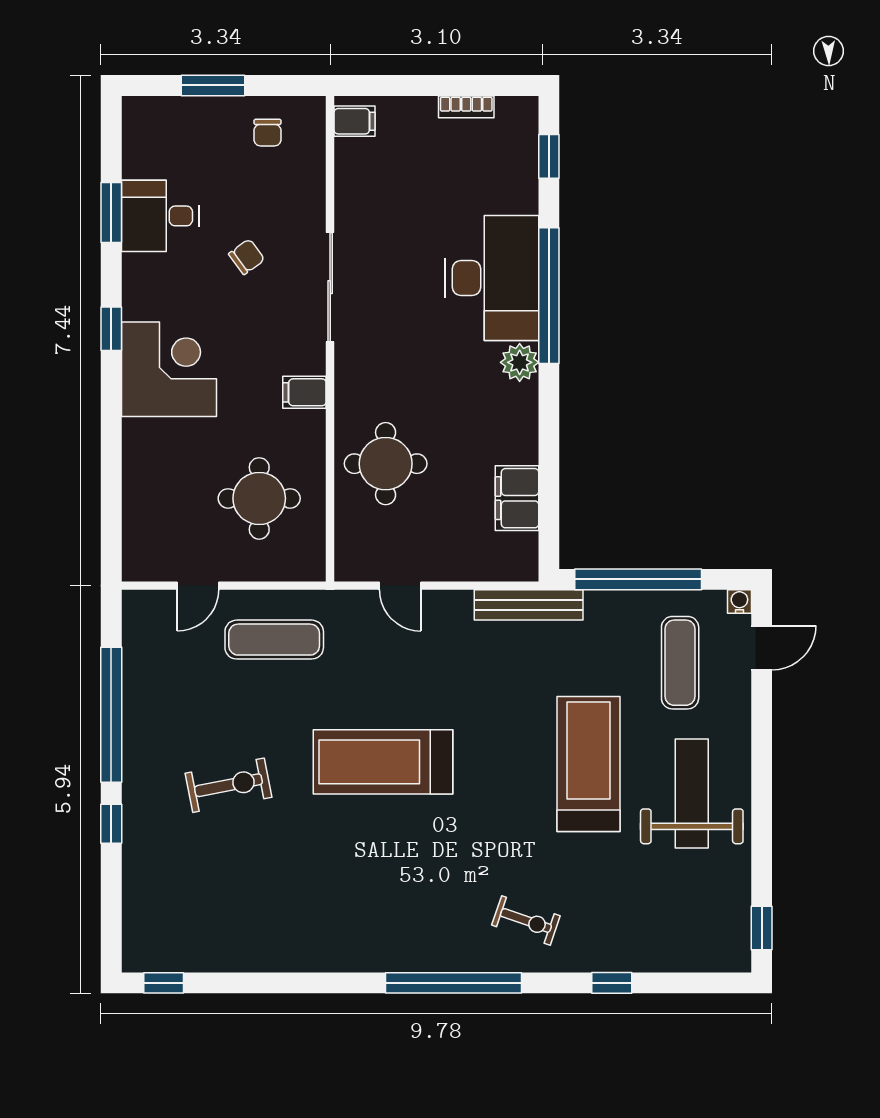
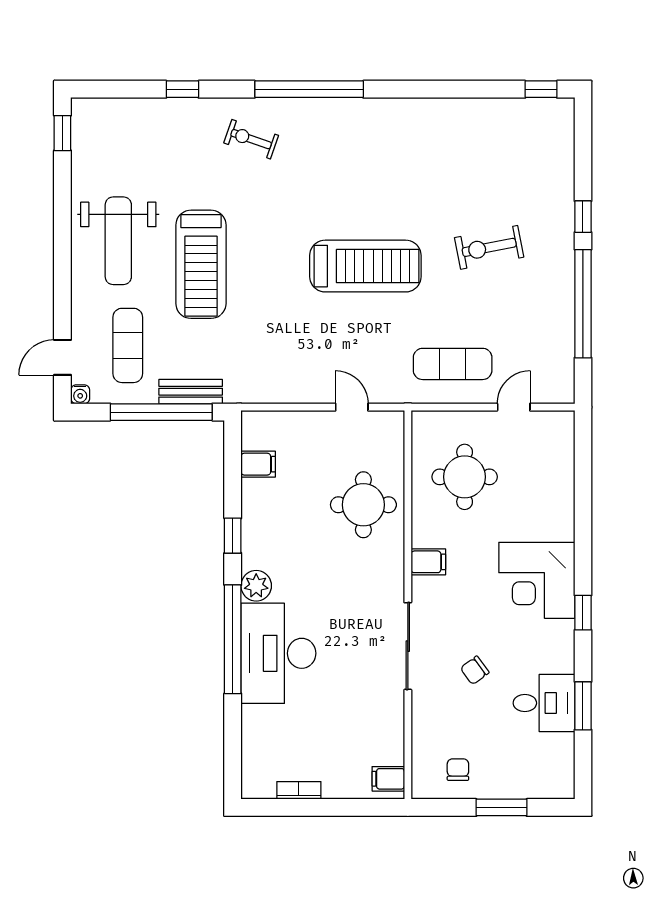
window: (549, 156) -> (233, 536), moved
filing cabinet: (517, 498) -> (258, 464), width x0.50
bench: (529, 605) -> (191, 392), moved, width x0.73

